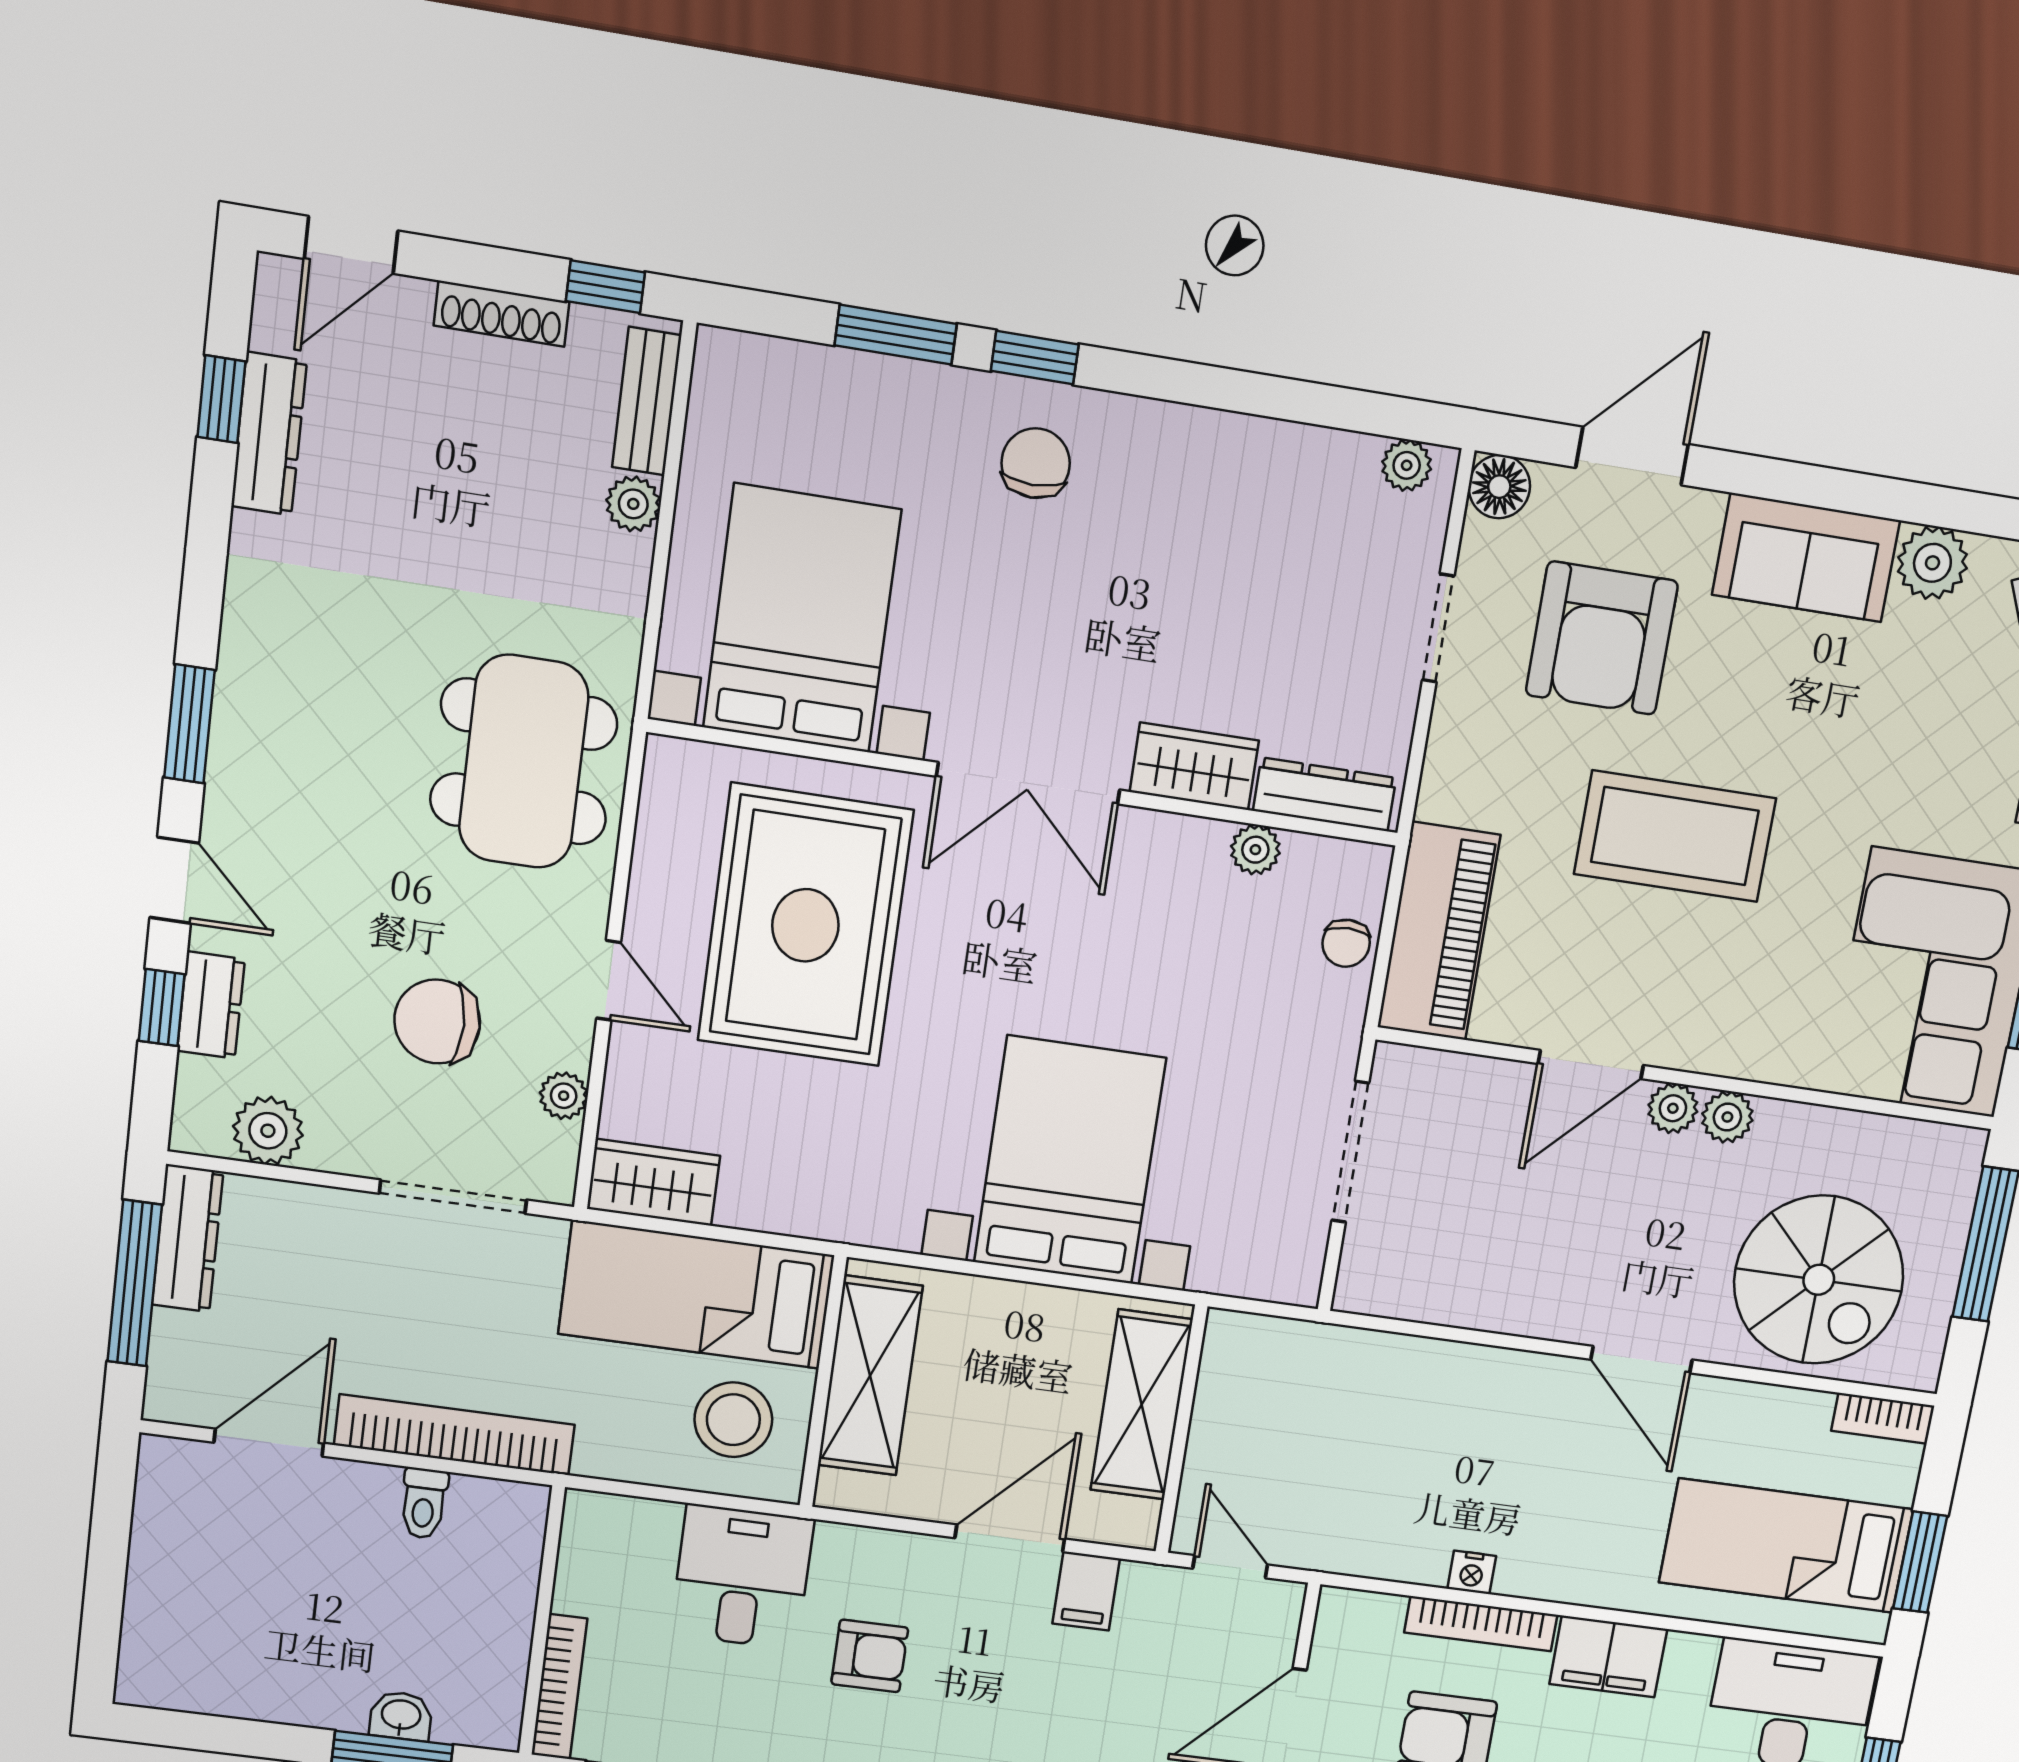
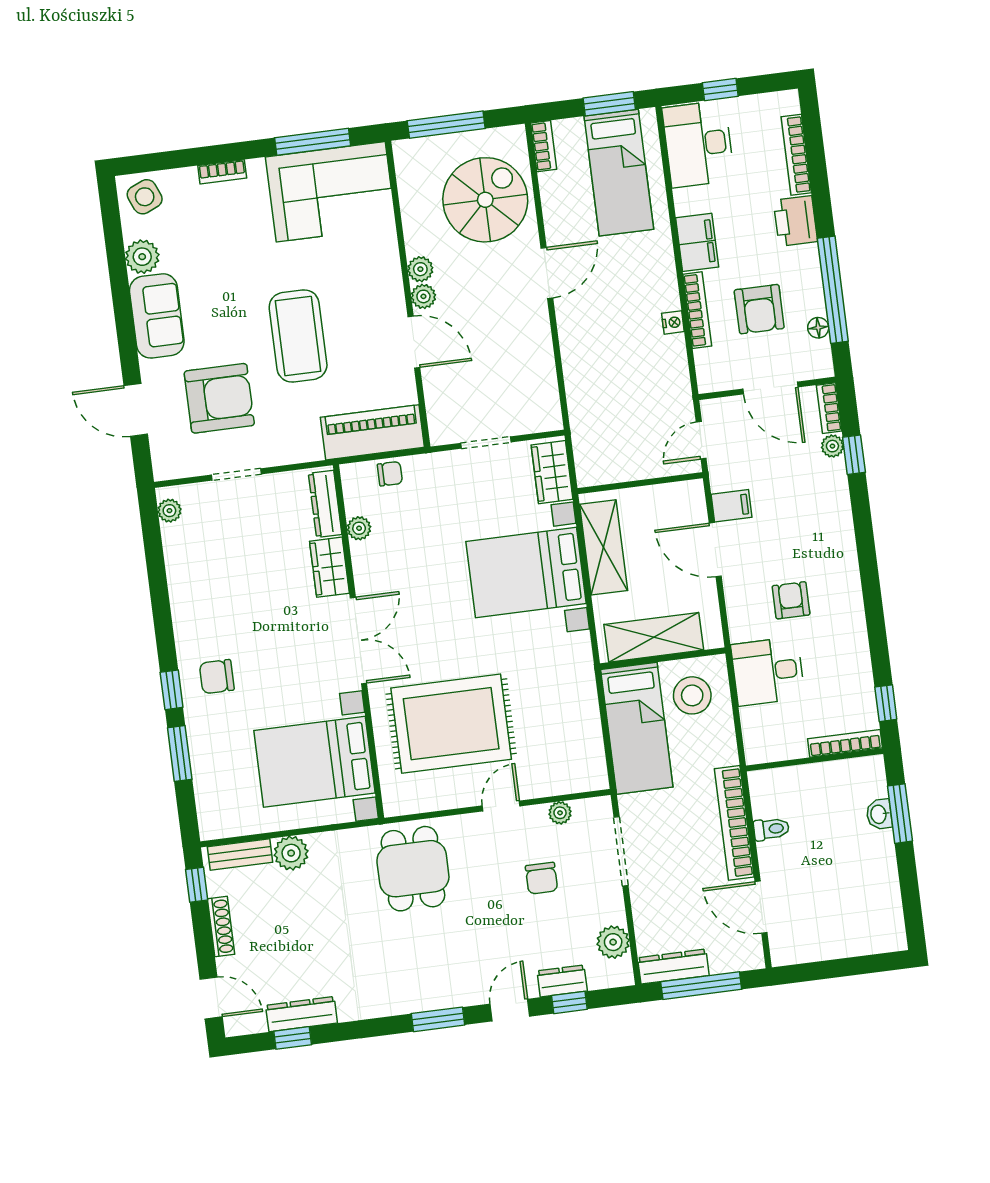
floor lamp: (1499, 487) -> (166, 466), removed
plant: (633, 504) -> (291, 853), width x1.38, depth x1.38
dining table: (524, 762) -> (413, 869), width x0.73
chair: (437, 1022) -> (542, 878), width x0.73, depth x0.73
doorway: (1350, 1152) -> (486, 443), width x0.73
wardrobe: (653, 1182) -> (552, 472), moved
shelving: (1142, 1405) -> (604, 547), moved, turned 90

